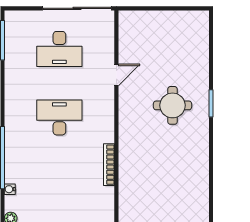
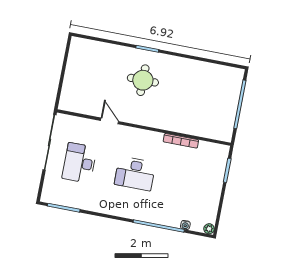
desk: (59, 49) -> (79, 163), turned 180
desk: (59, 117) -> (135, 174), turned -90

